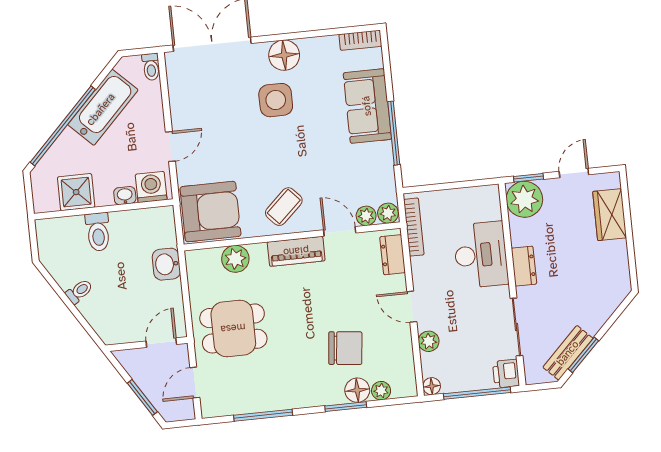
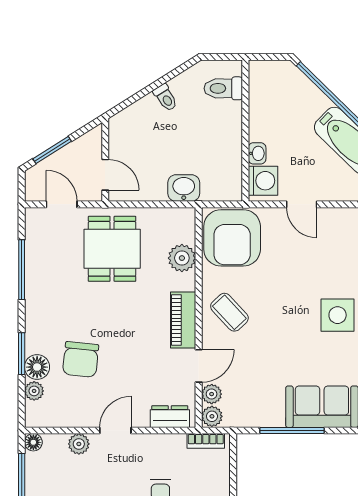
shower: (76, 192) -> (266, 105), removed
bookcase: (414, 227) -> (206, 441), width x0.64
toilet: (98, 232) -> (223, 88), moved

